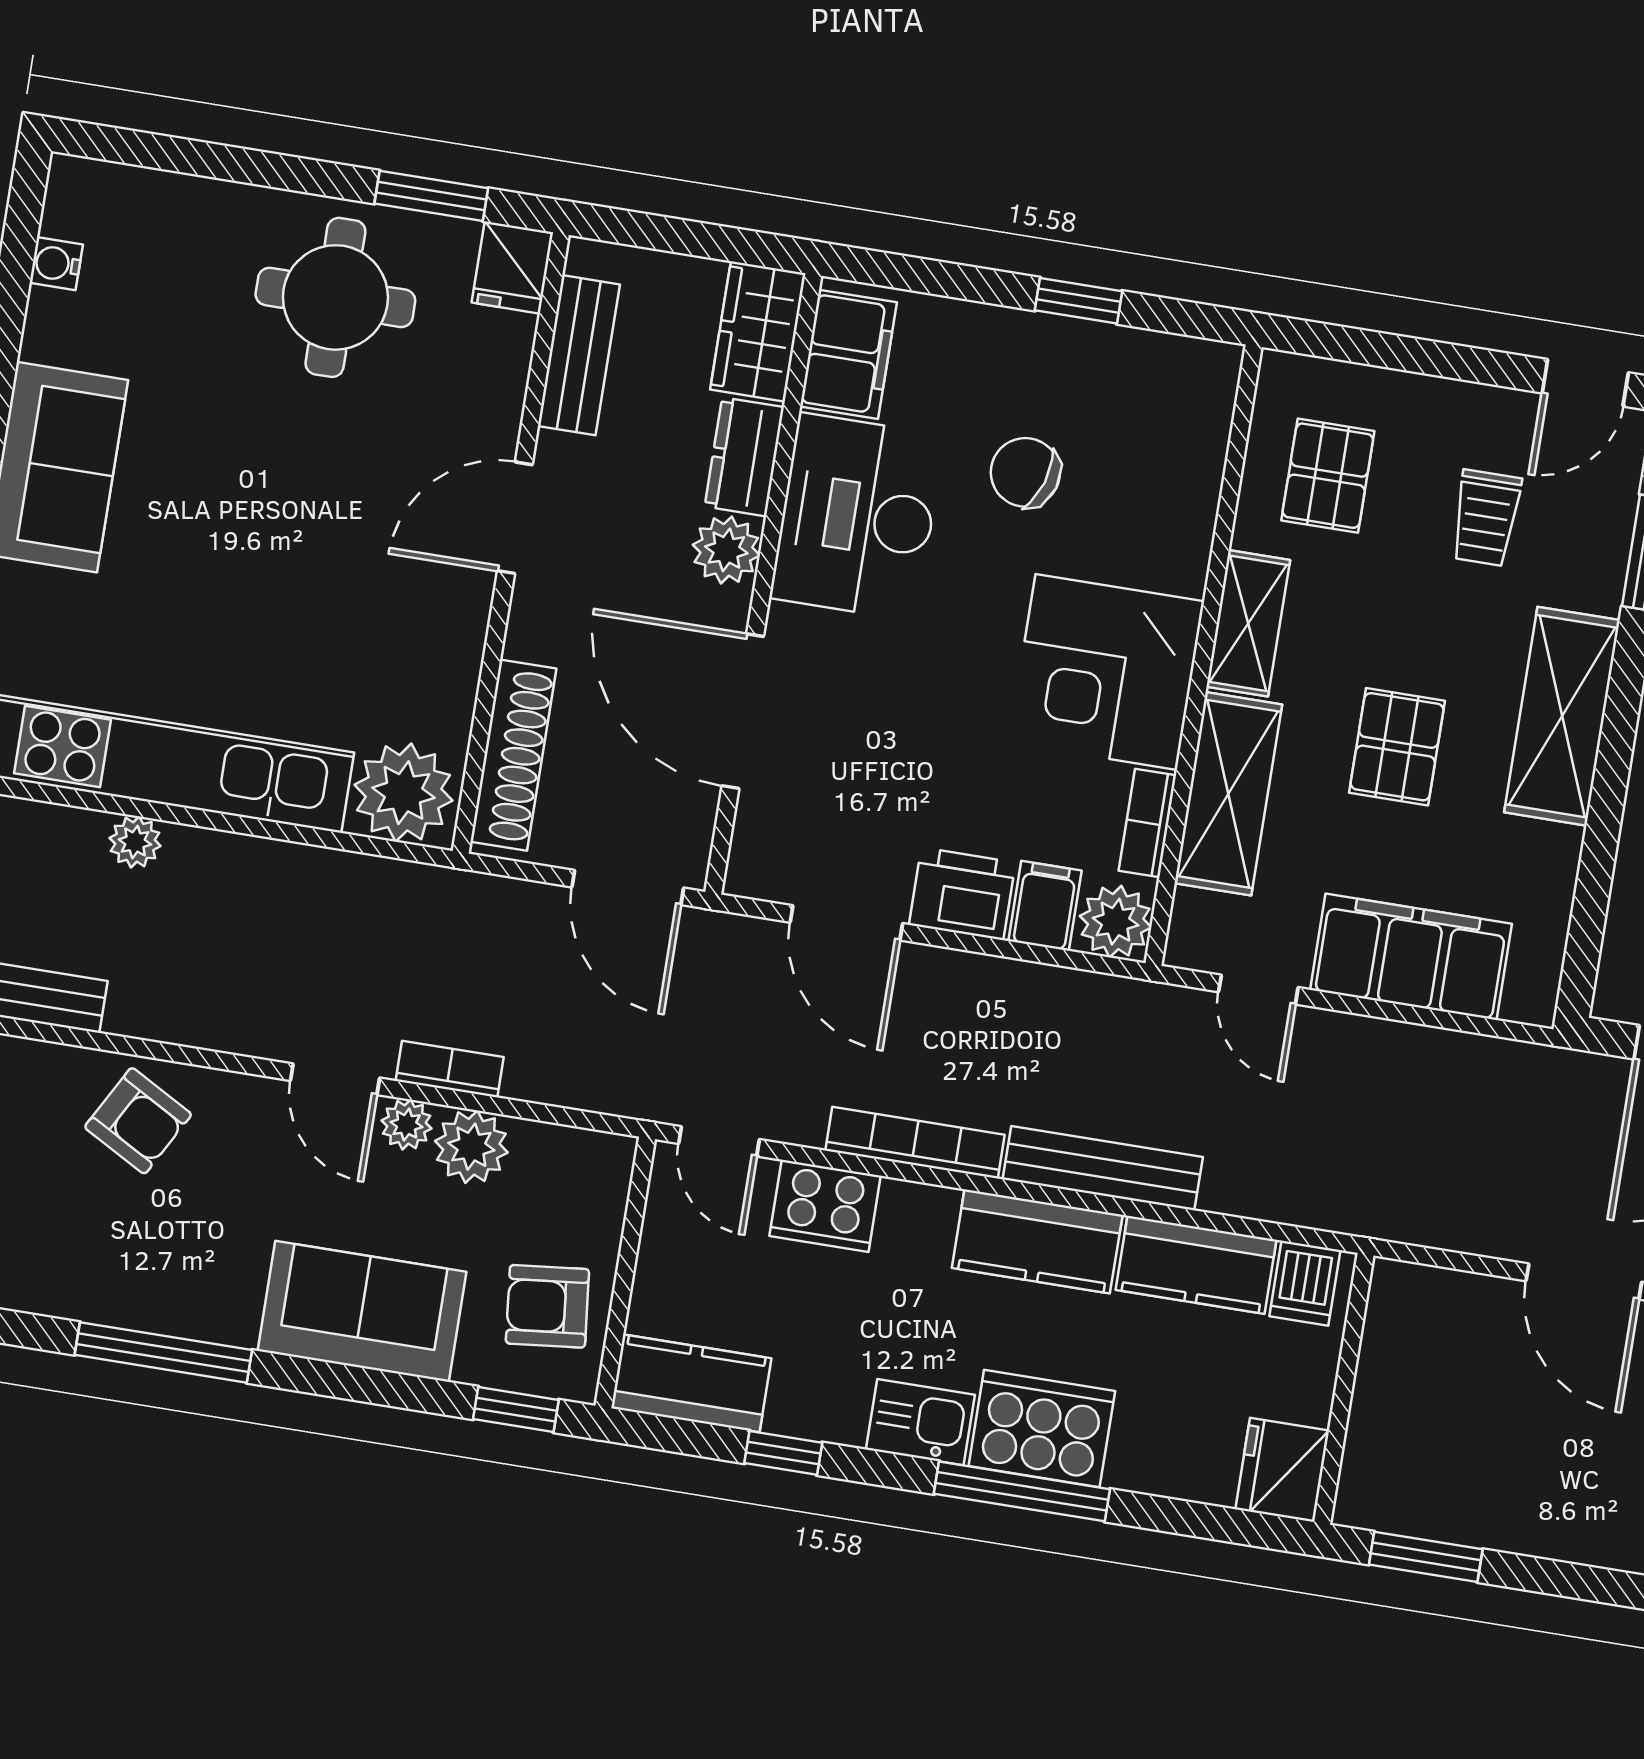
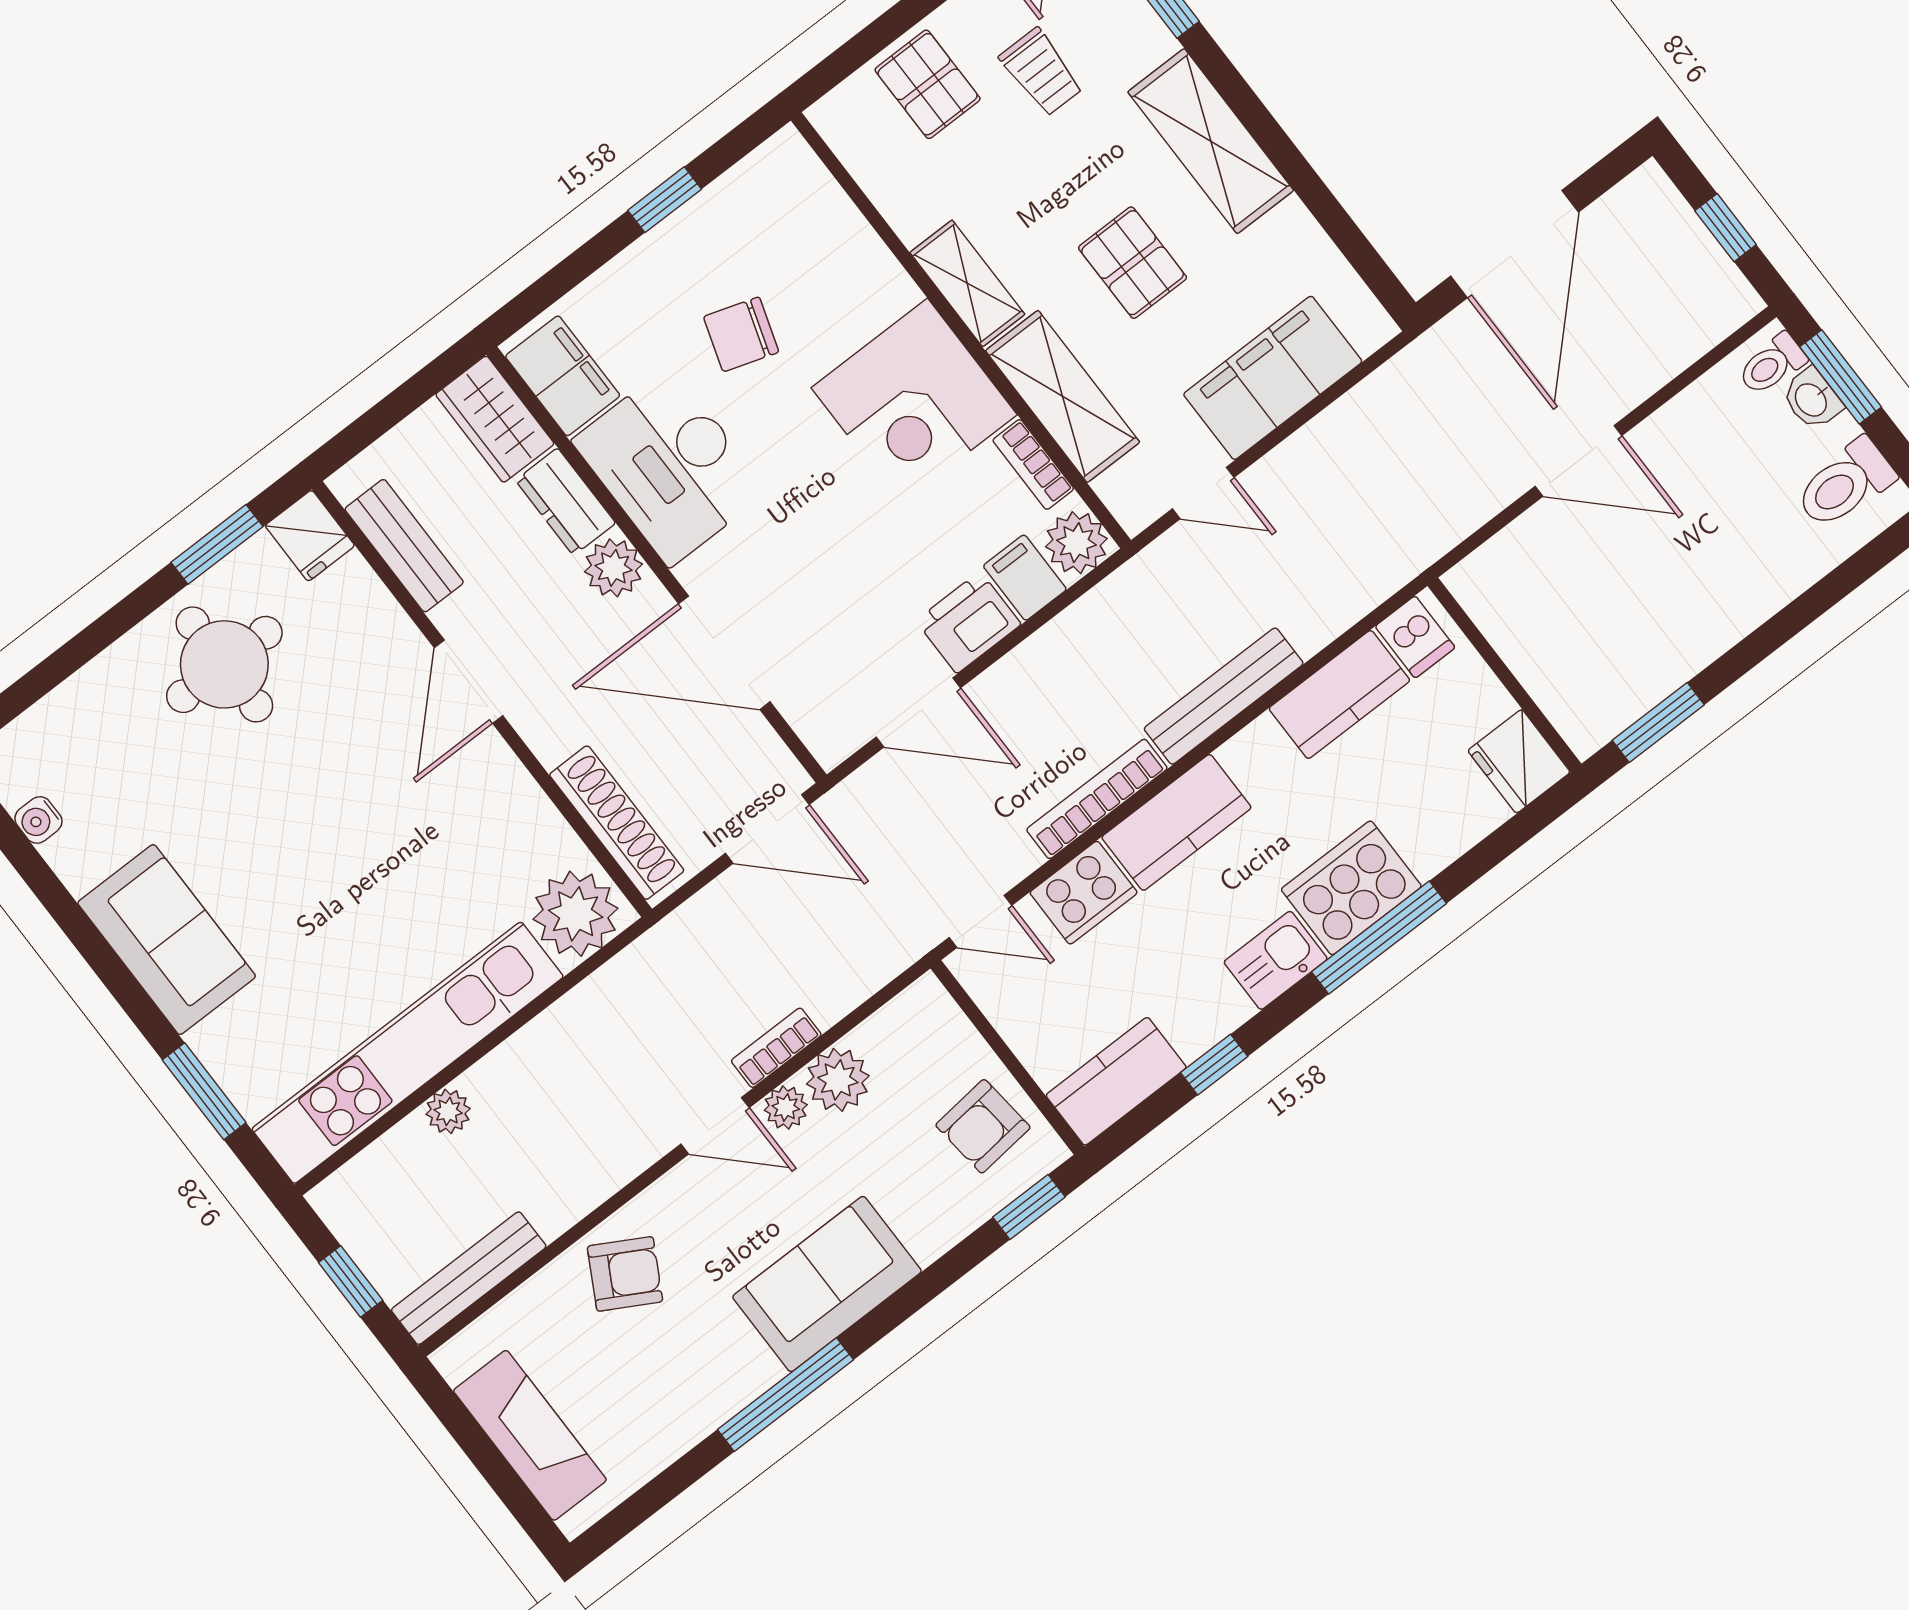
pallet: (1328, 476) -> (928, 84), moved
kitchen counter: (1037, 1241) -> (1176, 822), moved
sofa: (362, 1311) -> (827, 1284), moved

